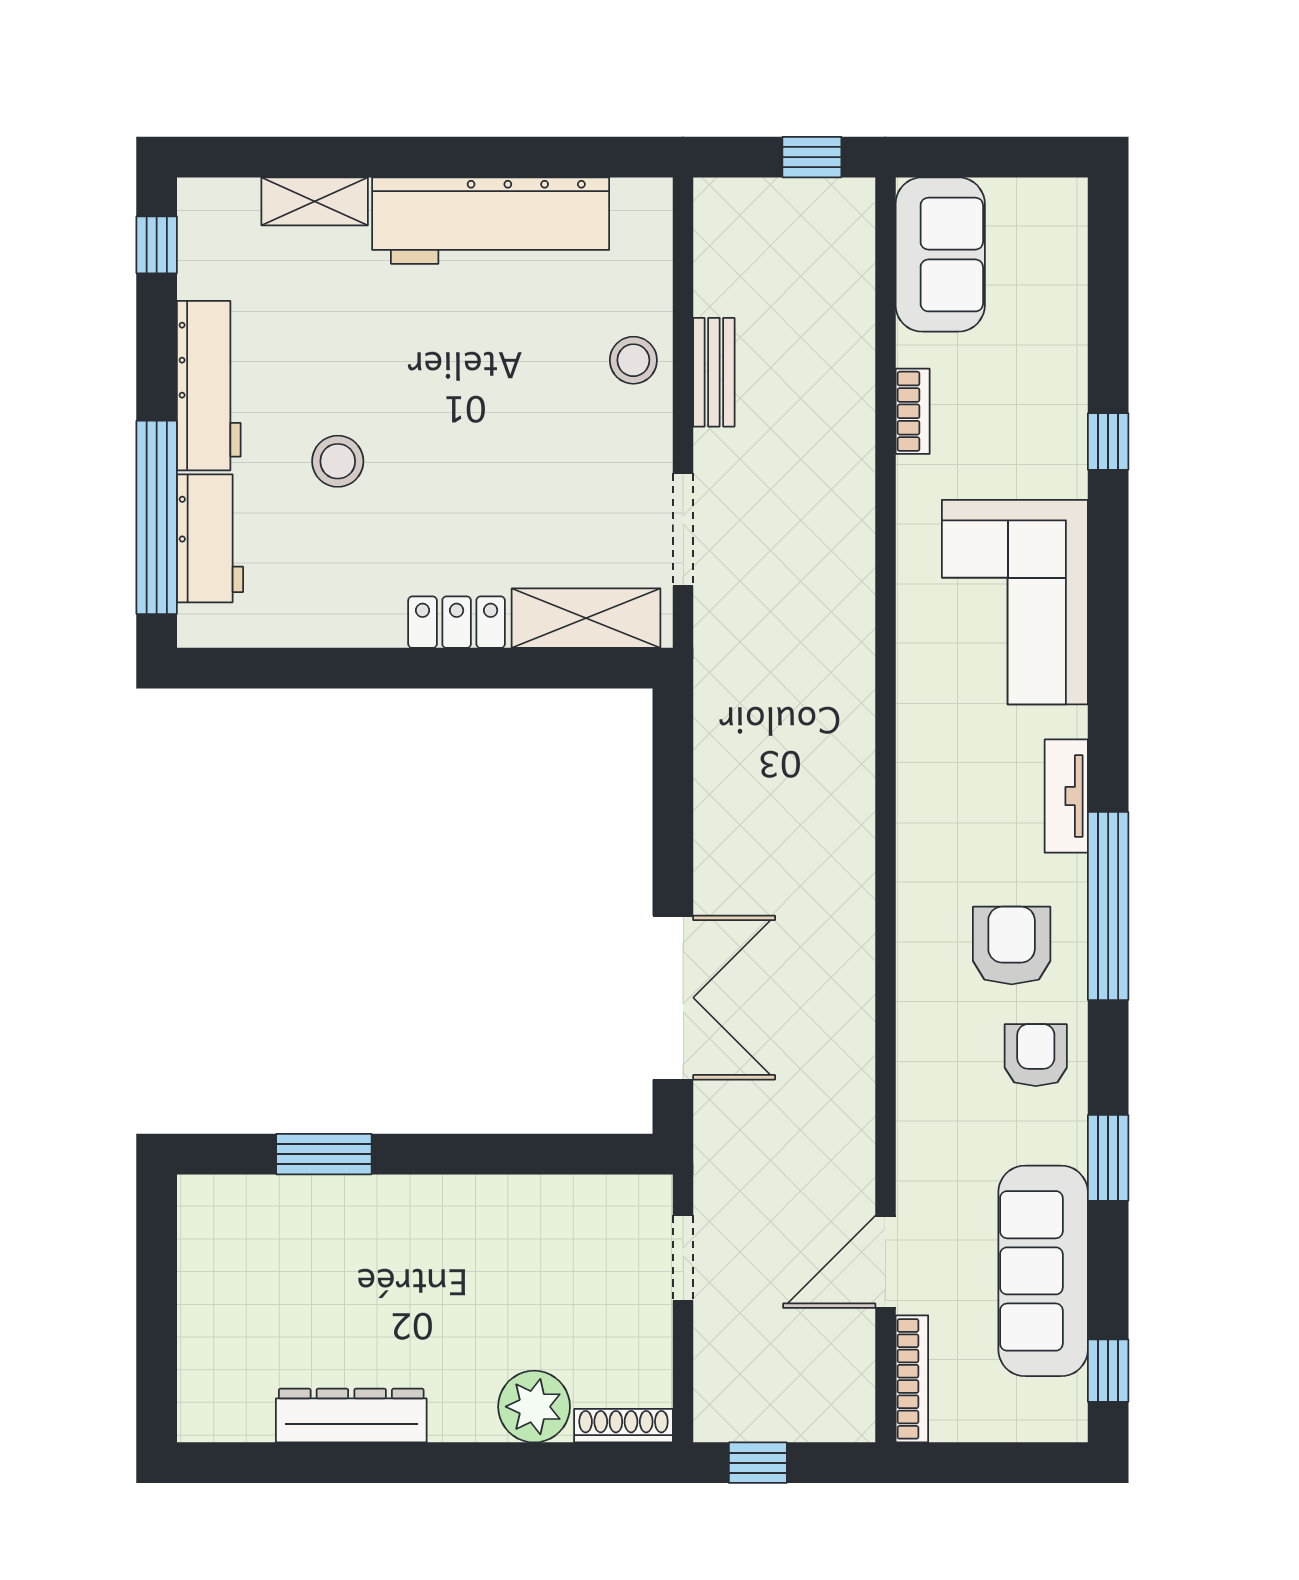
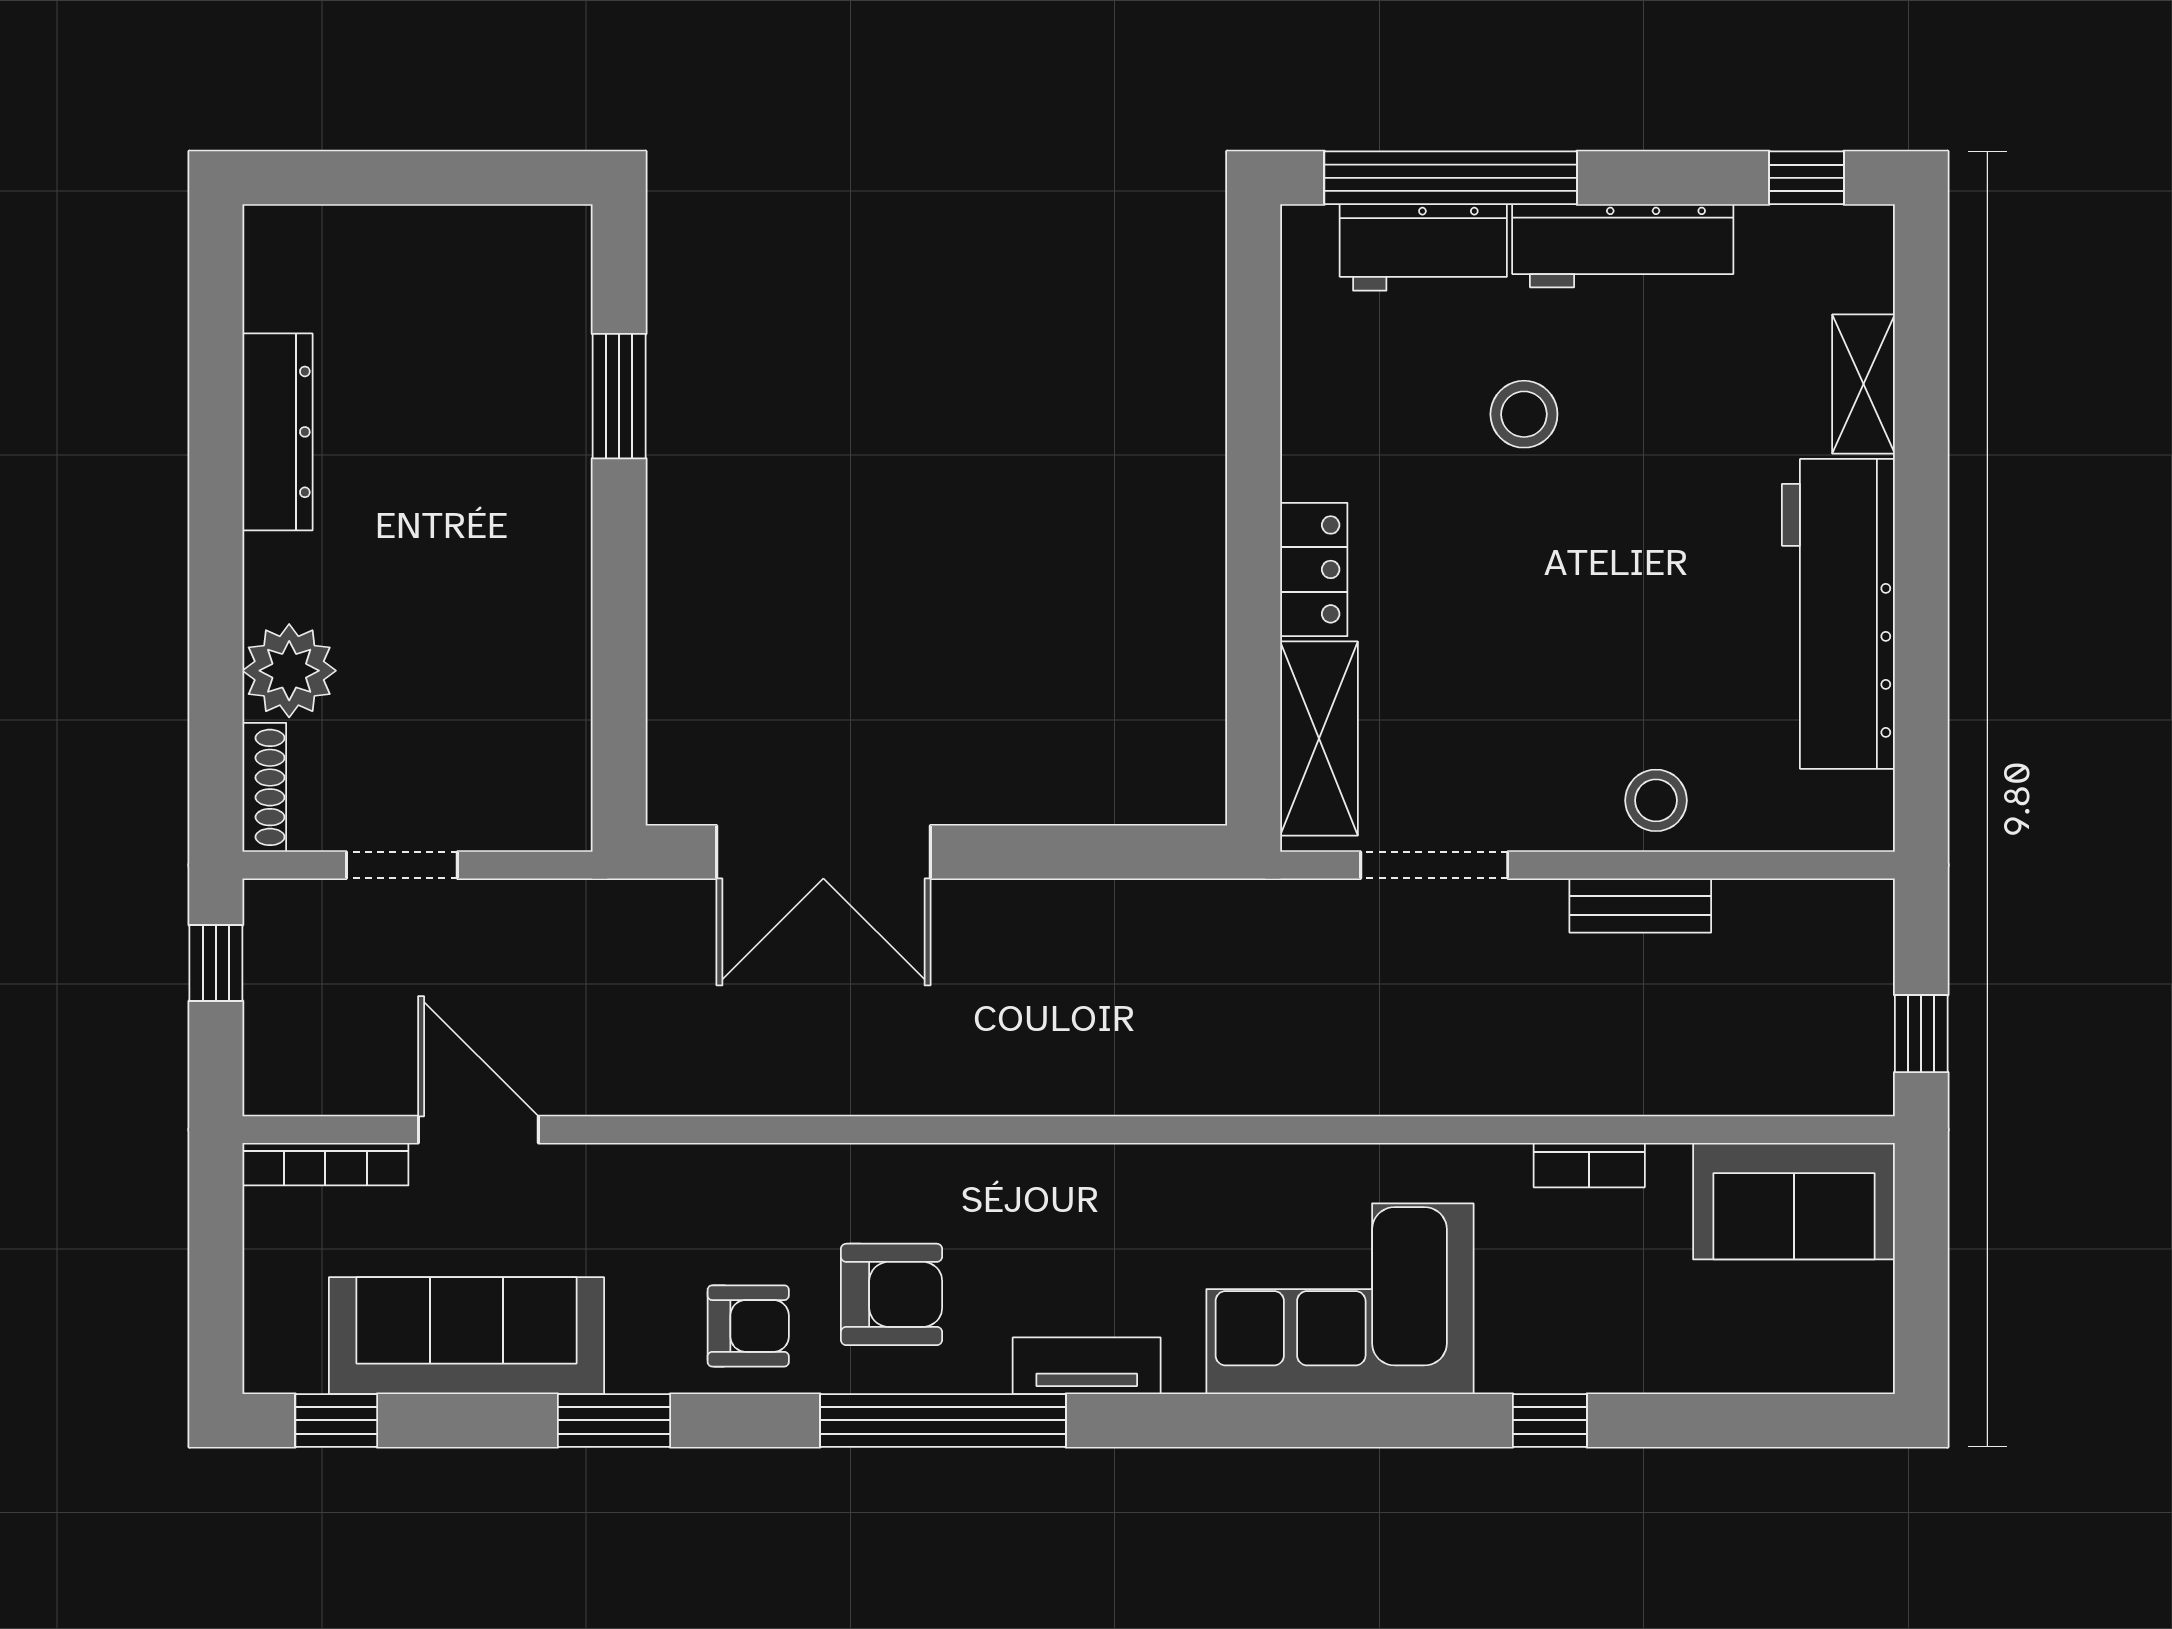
doorway: (683, 1258) -> (402, 865), moved

